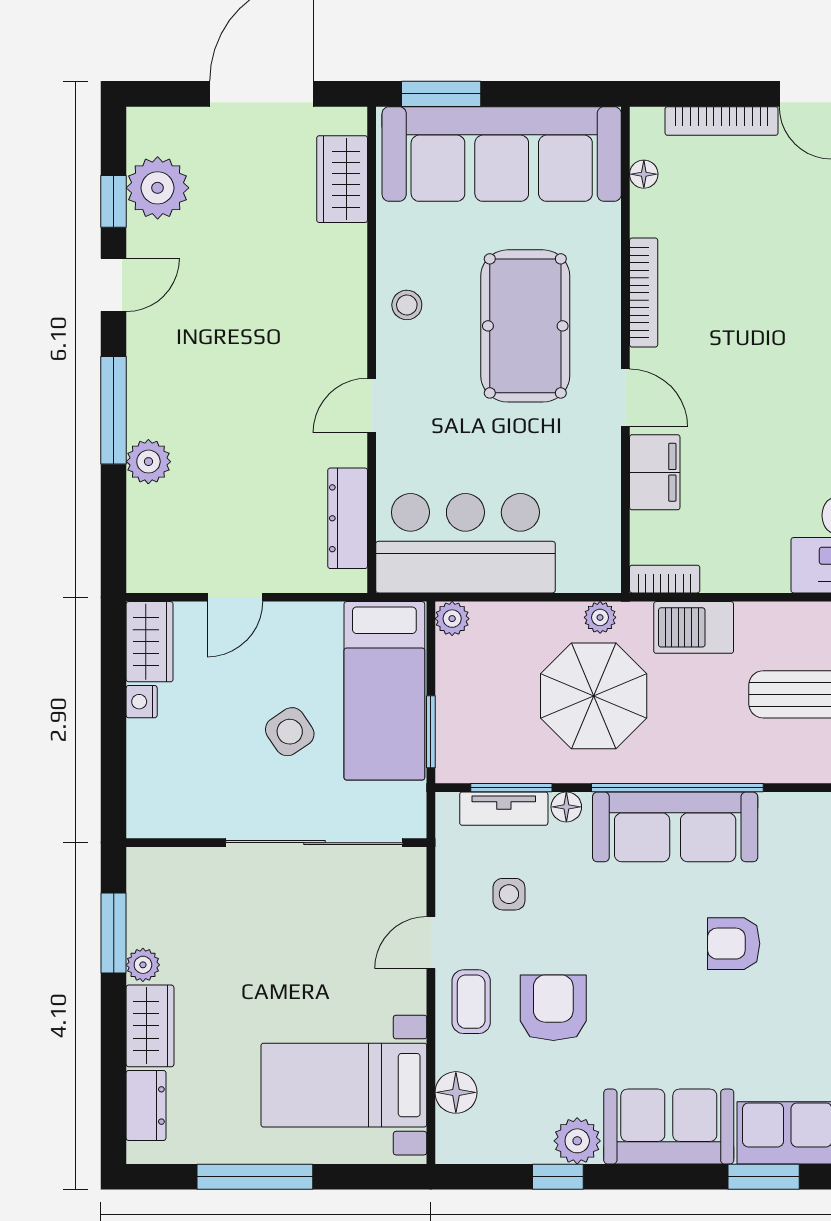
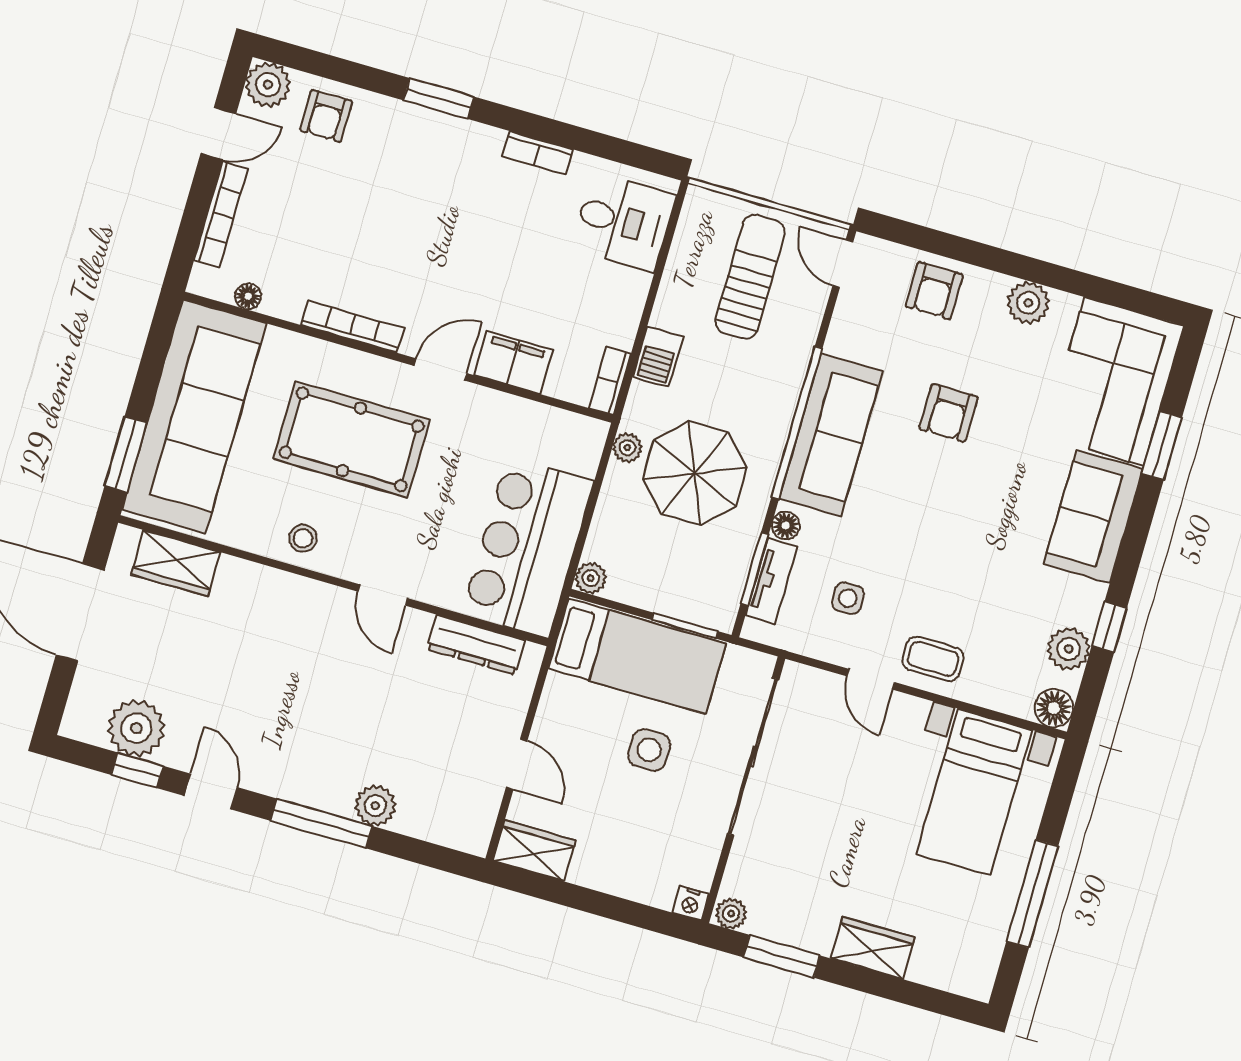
barbecue: (694, 627) -> (658, 357), width x0.73, depth x0.79
nightstand: (142, 702) -> (690, 903), moved
side table: (290, 732) -> (649, 750), turned 34
plant: (143, 965) -> (731, 914), moved
armchair: (553, 1008) -> (959, 588), removed
floor lamp: (456, 1092) -> (1054, 708), moved
dresser: (146, 1105) -> (942, 972), removed
plant: (577, 1141) -> (1069, 649), moved

